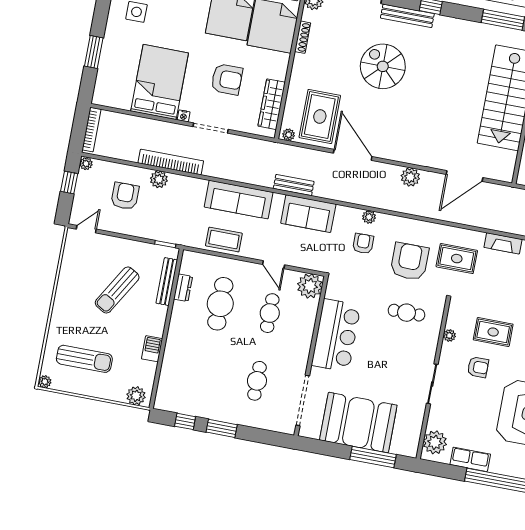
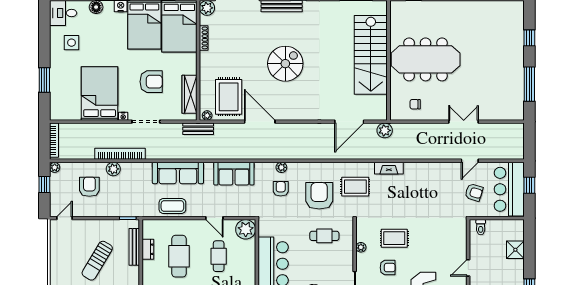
spiral stairs: (383, 66) -> (285, 64), moved, turned 90
plant: (410, 177) -> (385, 130), moved
bench: (294, 185) -> (198, 129), moved

